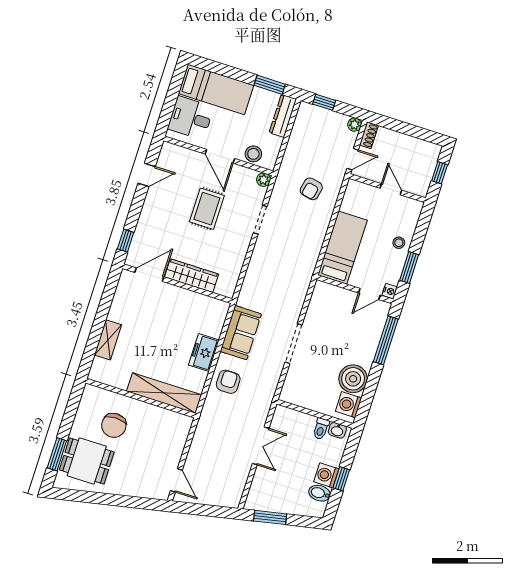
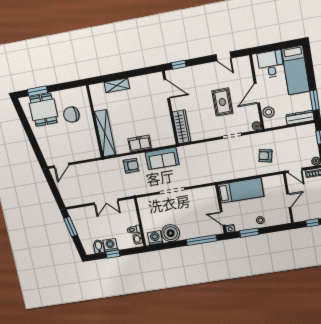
rug: (207, 209) -> (222, 102), turned 90
wardrobe: (191, 276) -> (182, 127), moved

